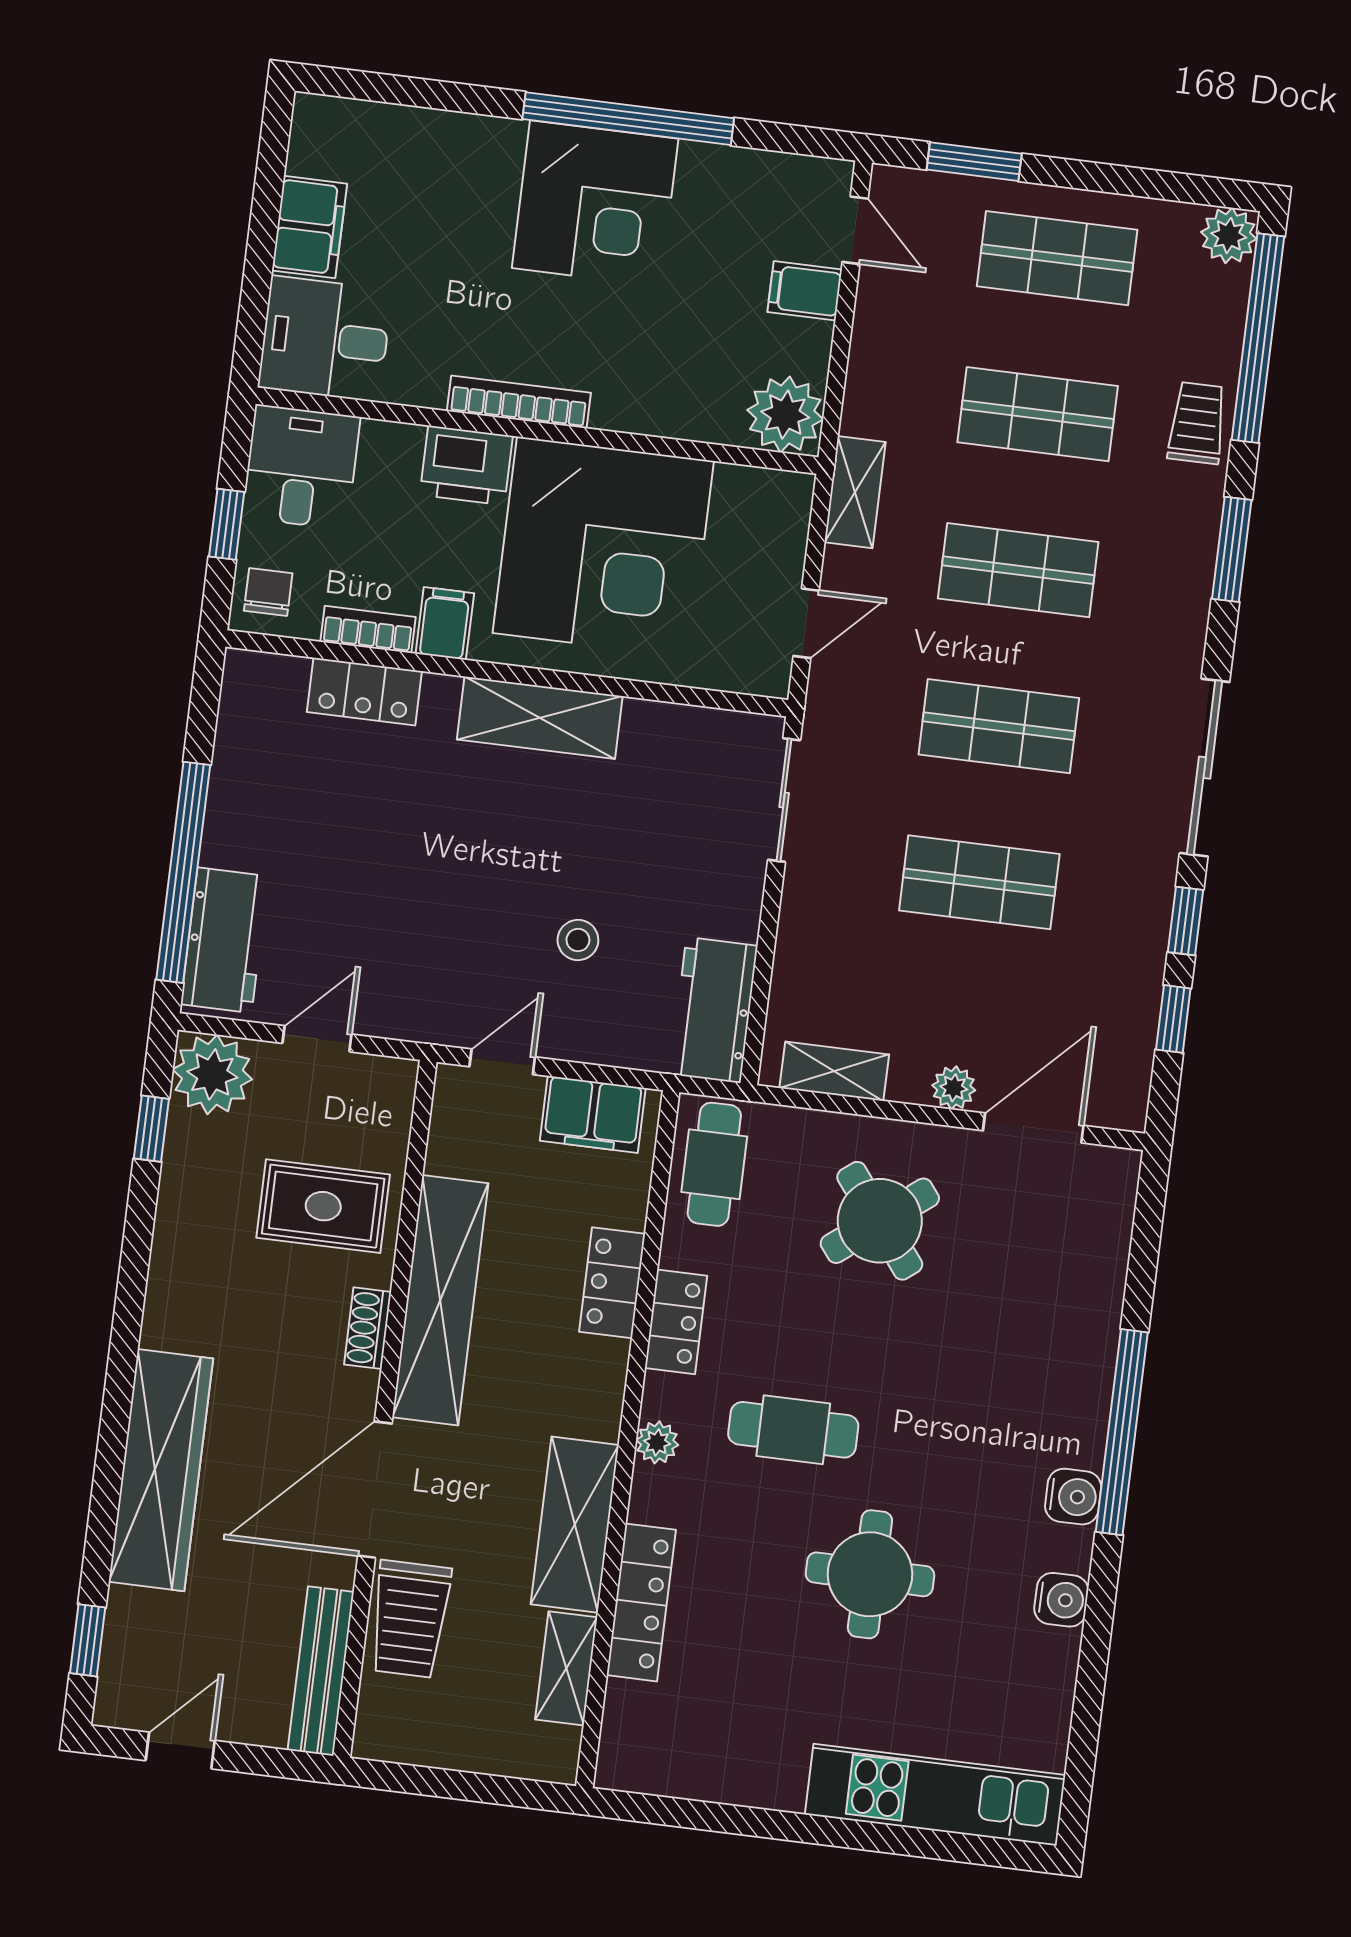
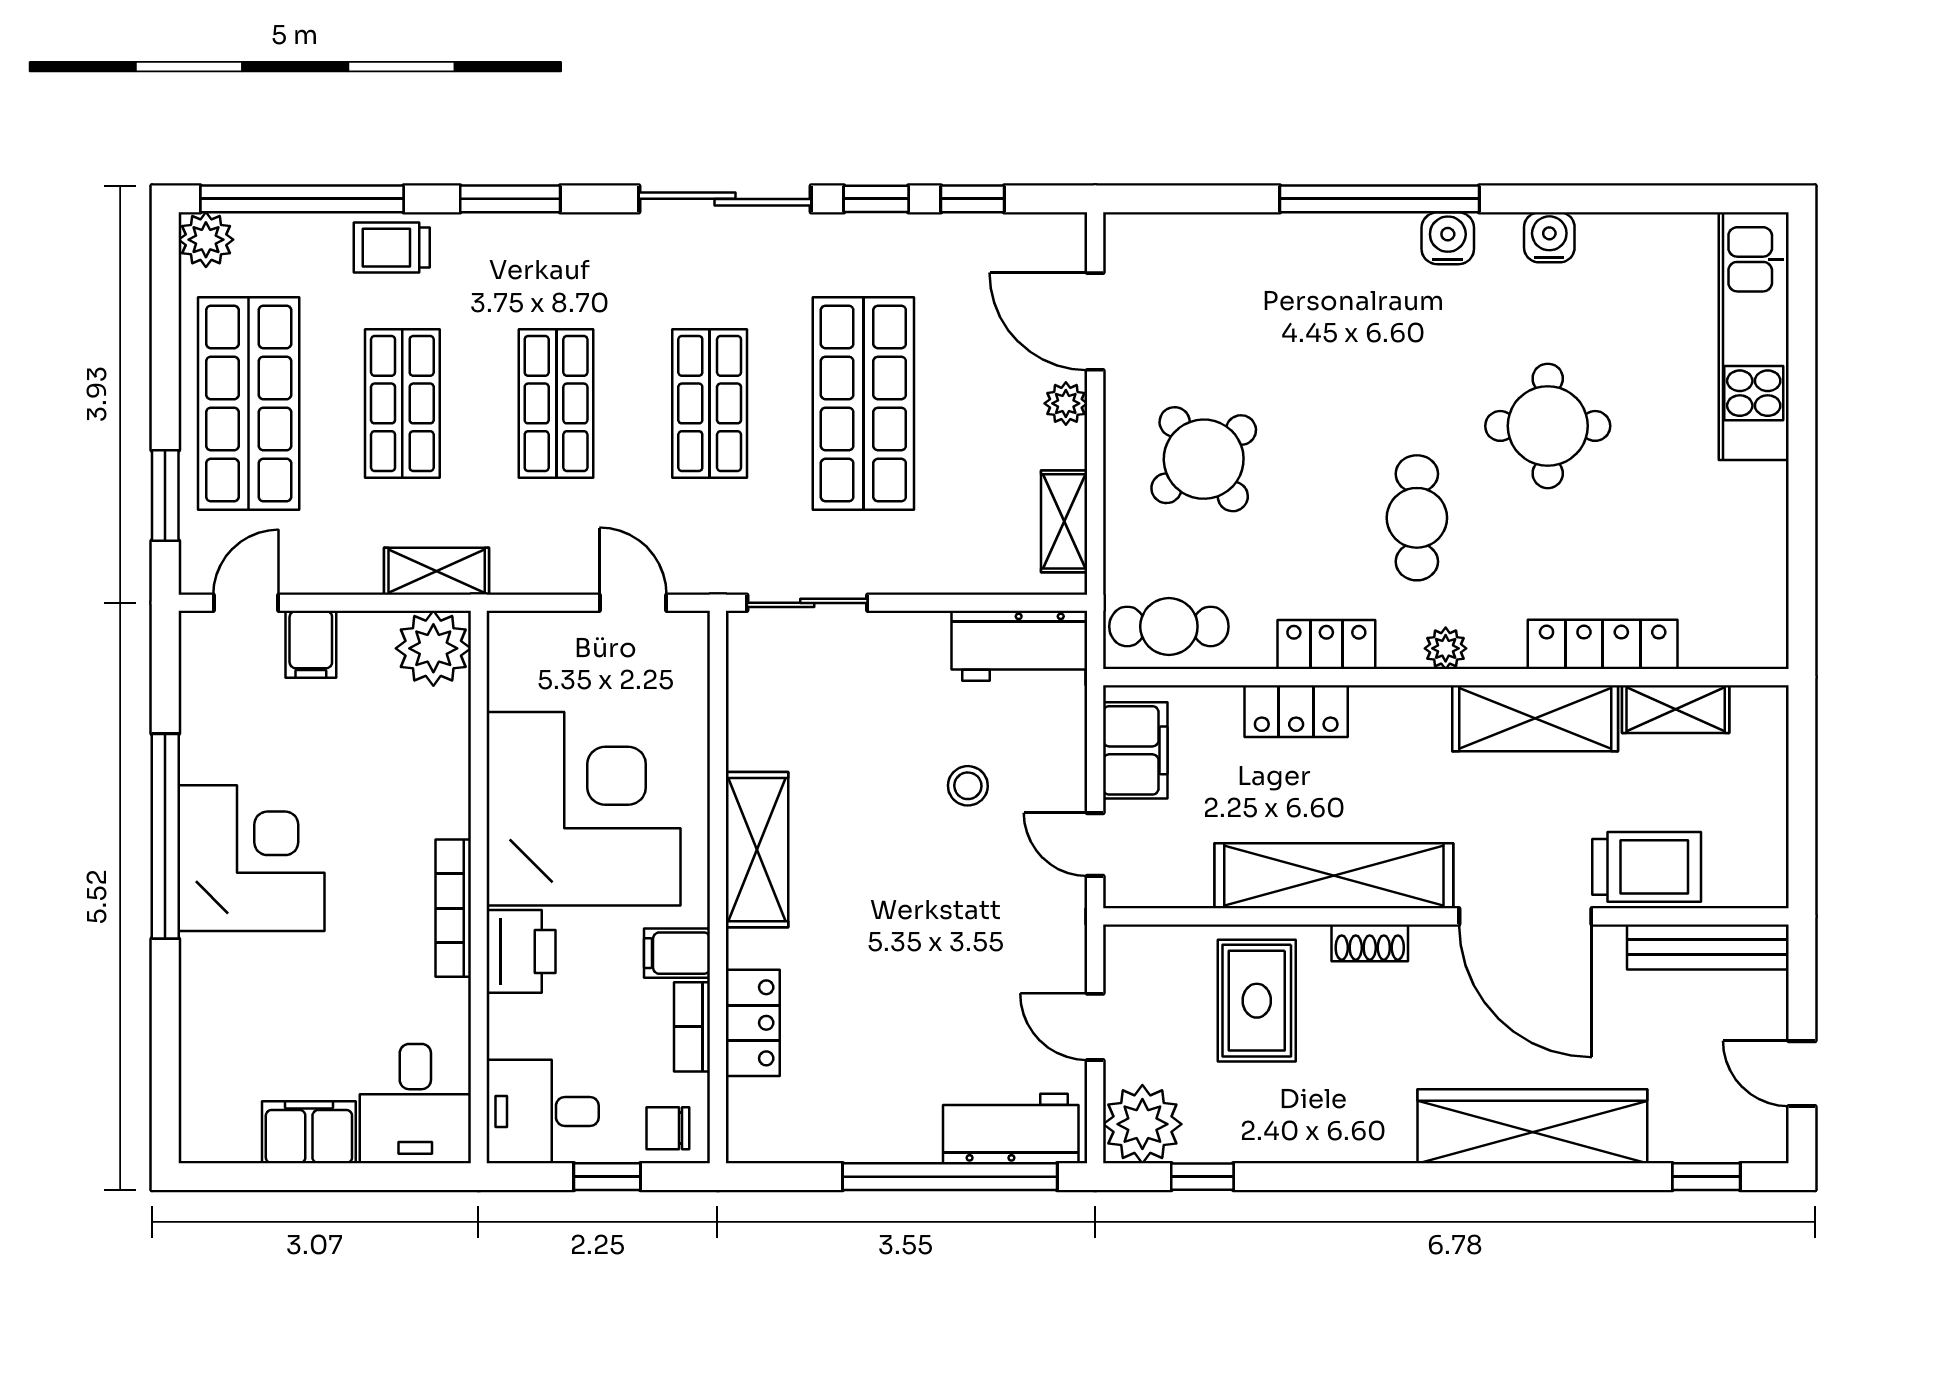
shop shelf: (1057, 258) -> (249, 403), width x1.43, depth x1.36
shelving: (855, 492) -> (437, 571), moved
shop shelf: (979, 882) -> (863, 403), width x1.43, depth x1.36

